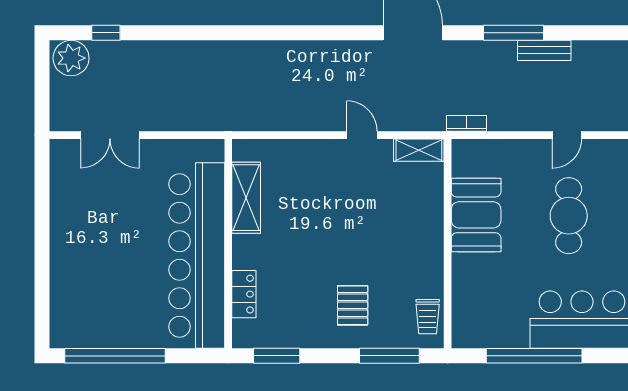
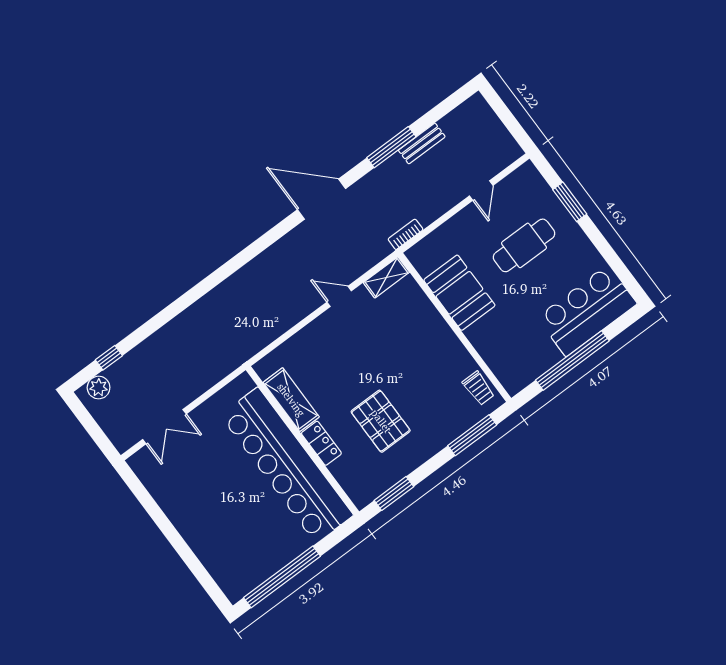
plant: (71, 58) -> (99, 388), width x0.73, depth x0.73
cafe table: (569, 216) -> (524, 245), turned 90
locker: (244, 294) -> (321, 443), moved
pallet: (353, 305) -> (381, 421), moved, width x1.50, depth x1.42

